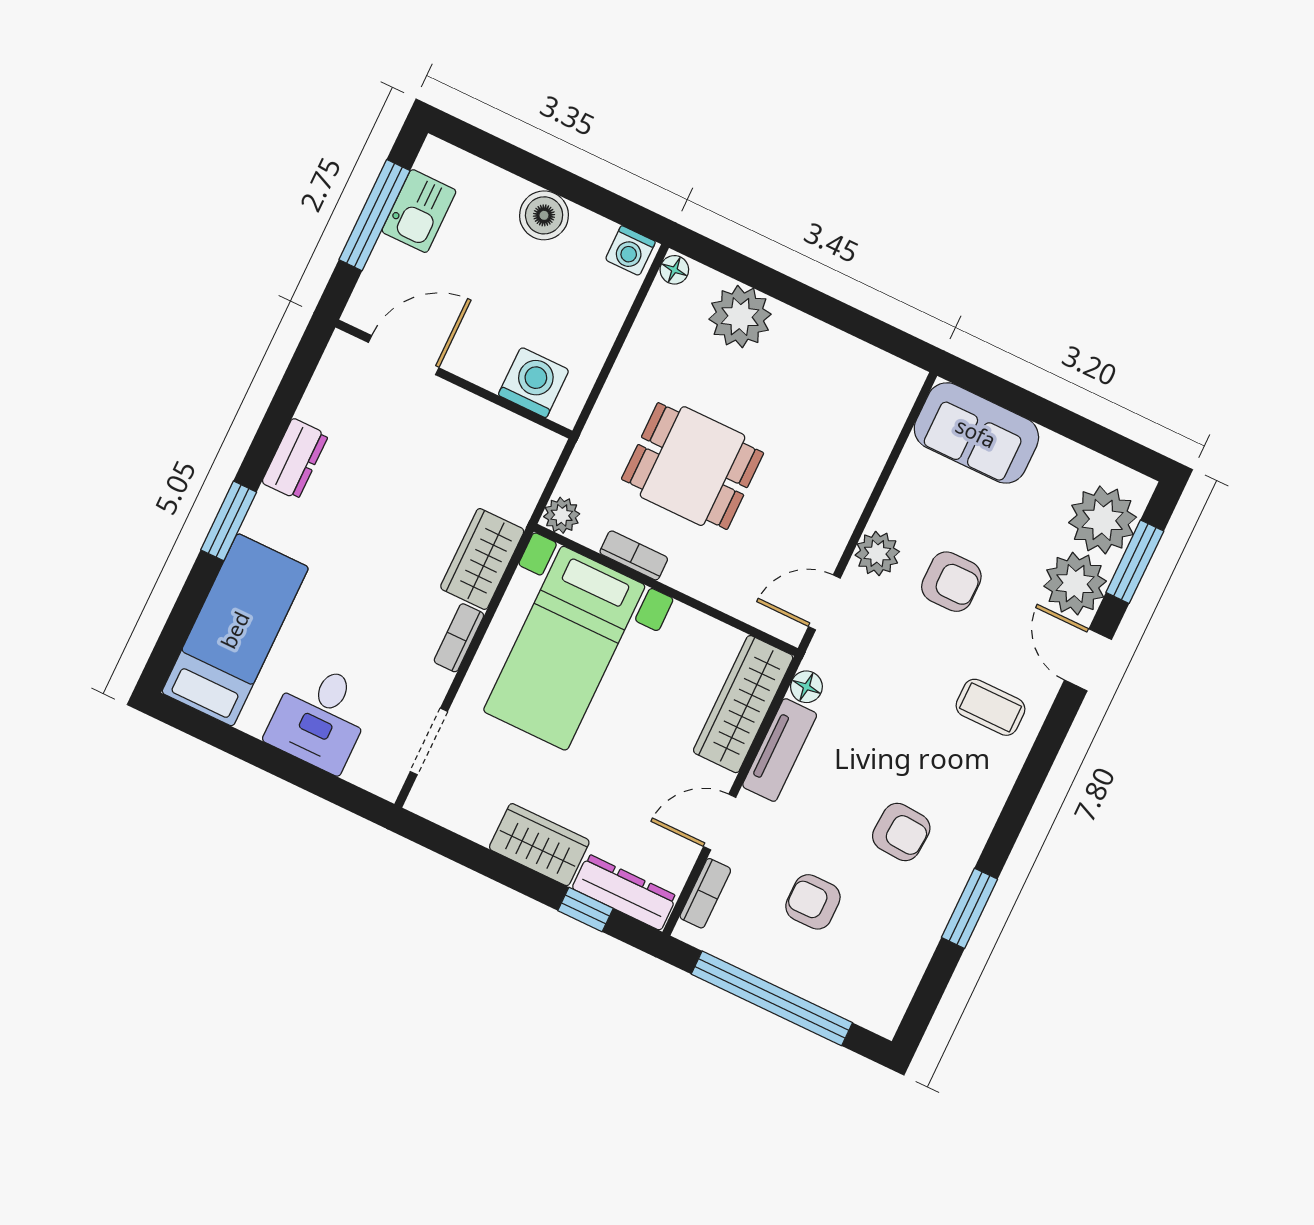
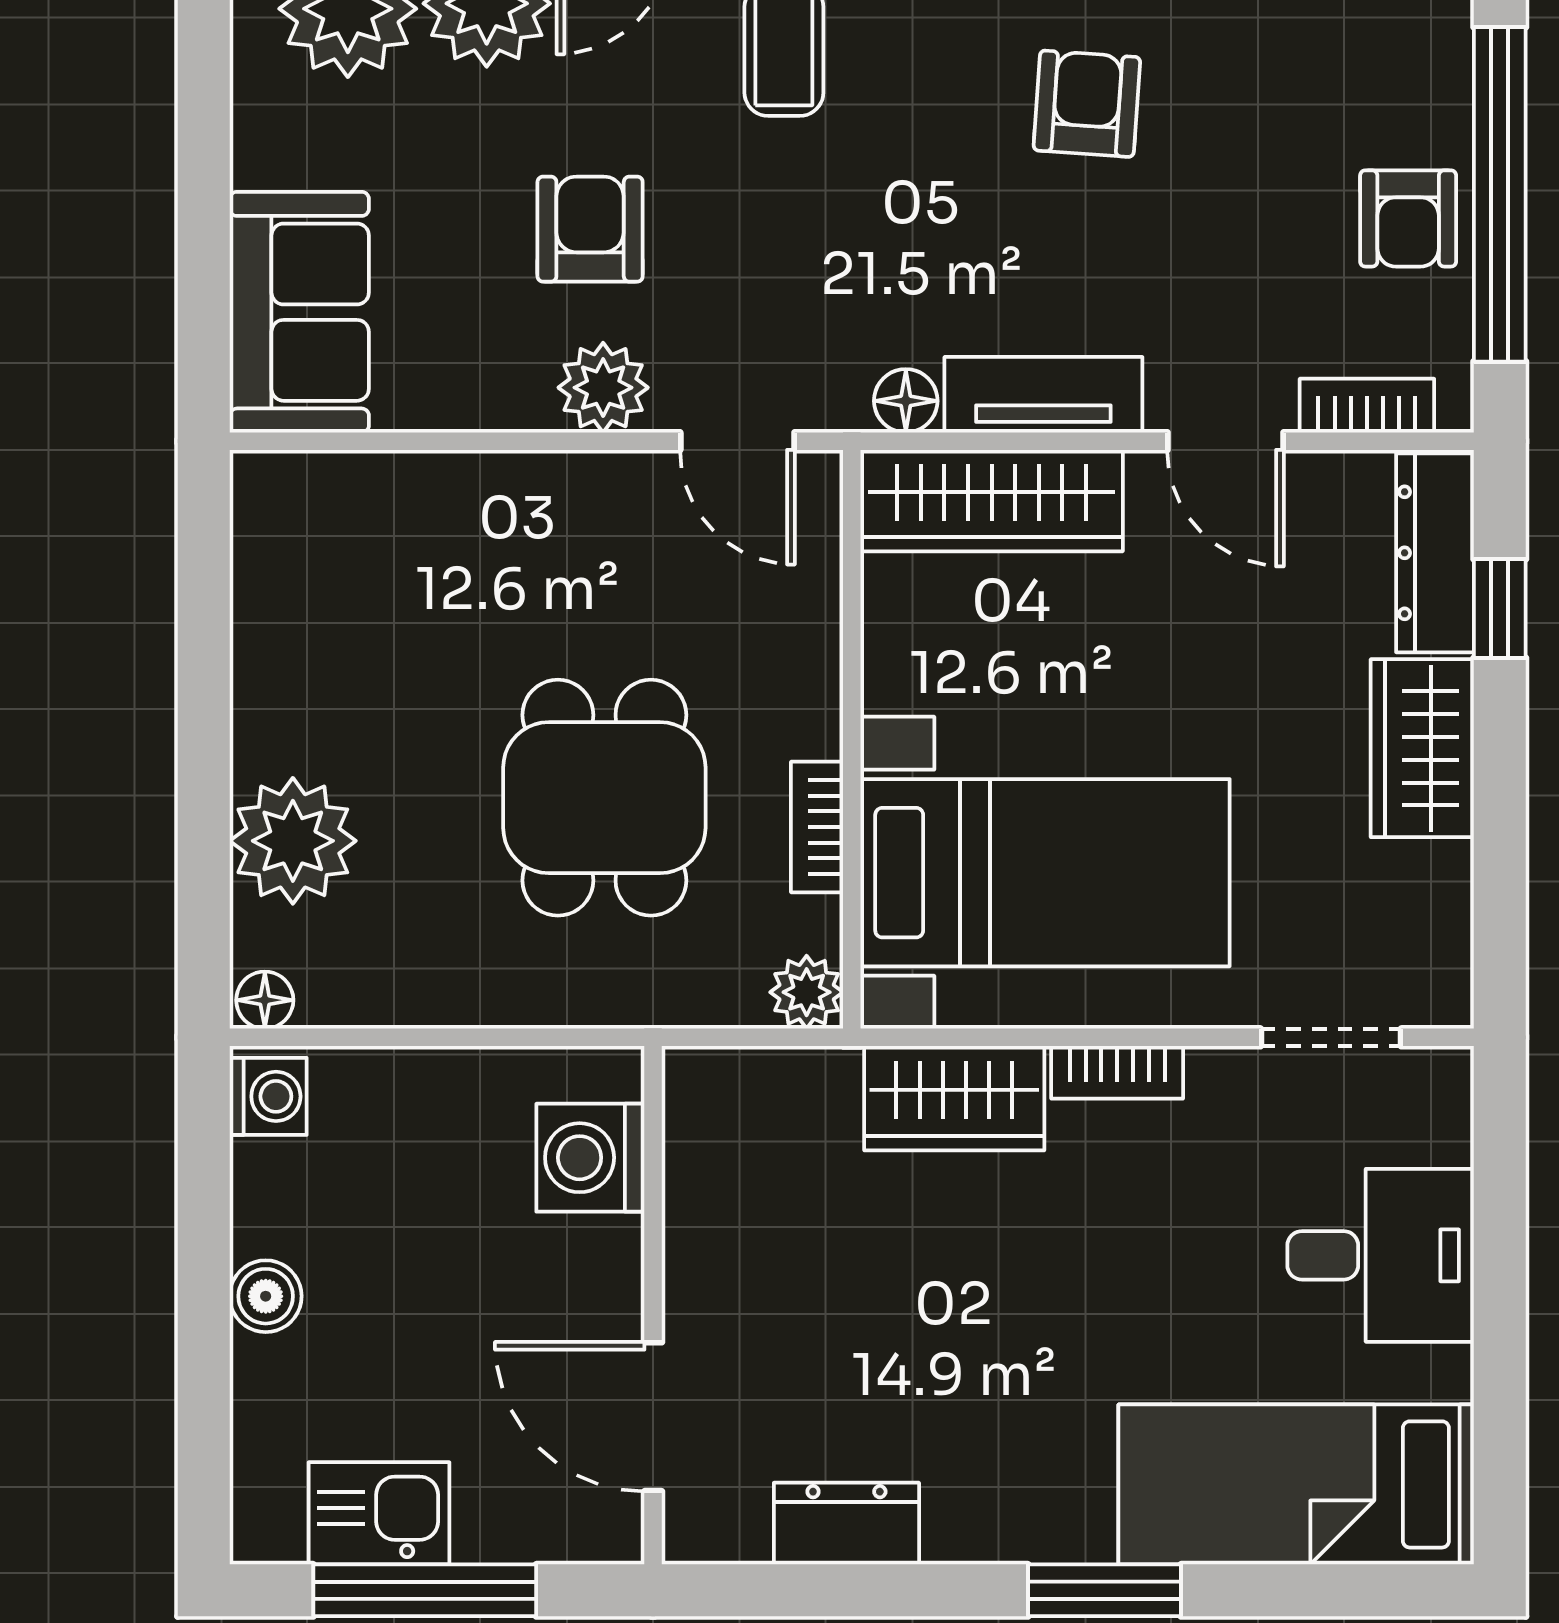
boiler: (544, 215) -> (266, 1296), width x0.73, depth x0.73
dresser: (295, 459) -> (846, 1524), moved
armchair: (813, 902) -> (1408, 218), moved

